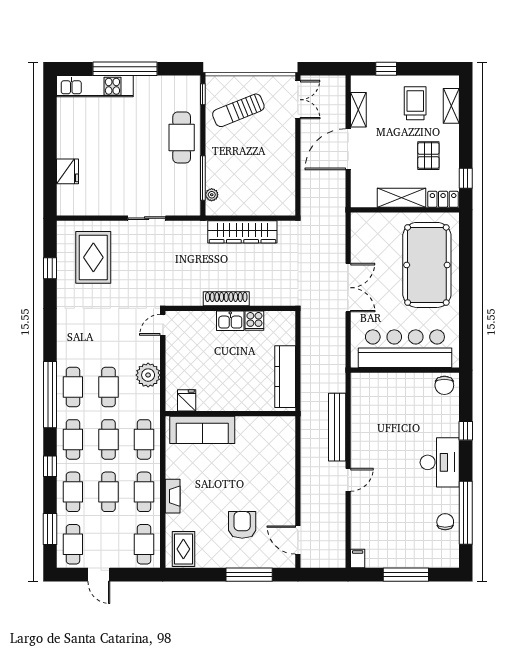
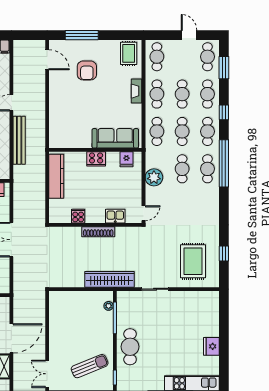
fridge: (68, 171) -> (211, 346), moved
wardrobe: (242, 232) -> (109, 279), moved
kitchen sink: (230, 321) -> (115, 216), moved
cooker: (229, 401) -> (96, 159), added

